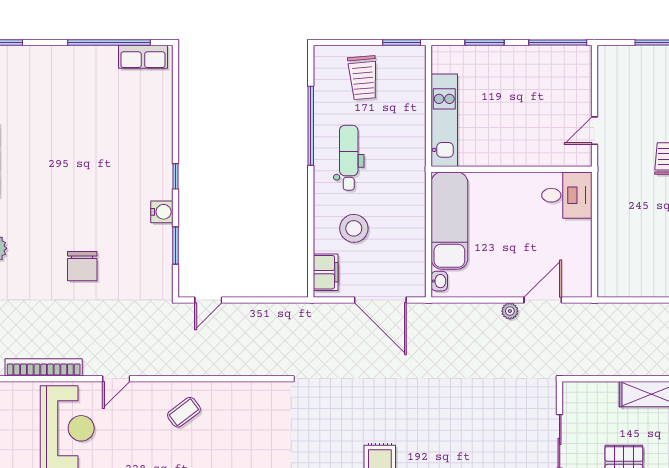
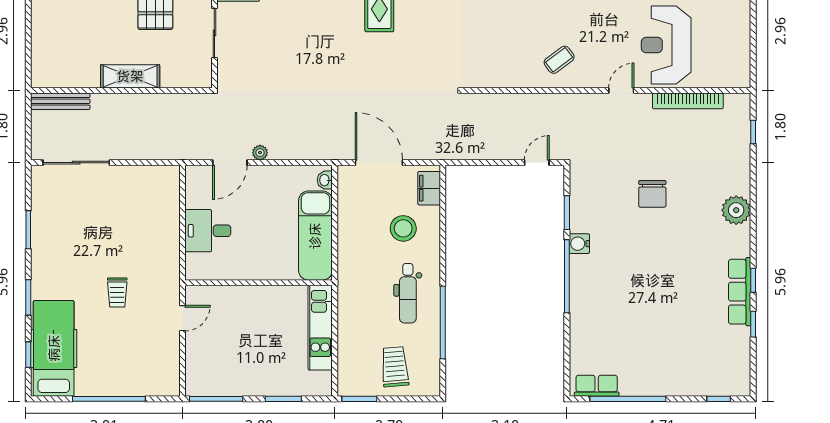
window: (175, 176) -> (567, 276), width x3.17
desk: (567, 195) -> (208, 231), moved
chair: (82, 266) -> (652, 194), turned 180

